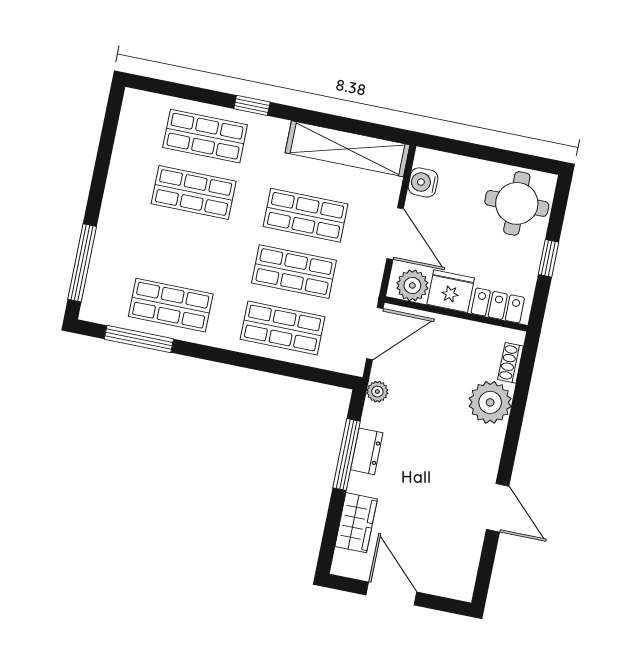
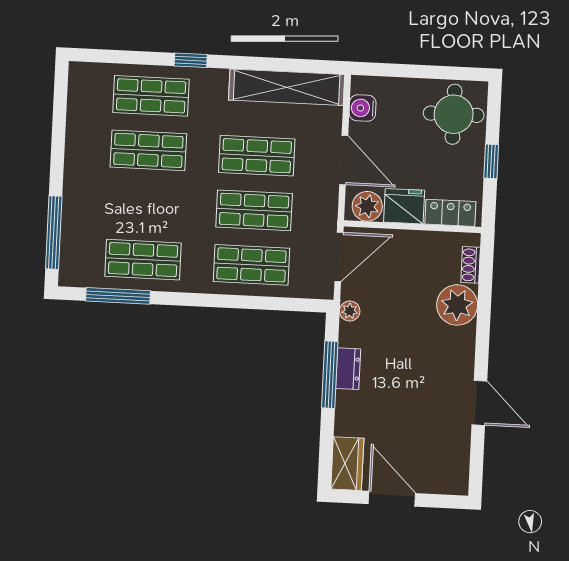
wardrobe: (356, 523) -> (347, 464), moved

